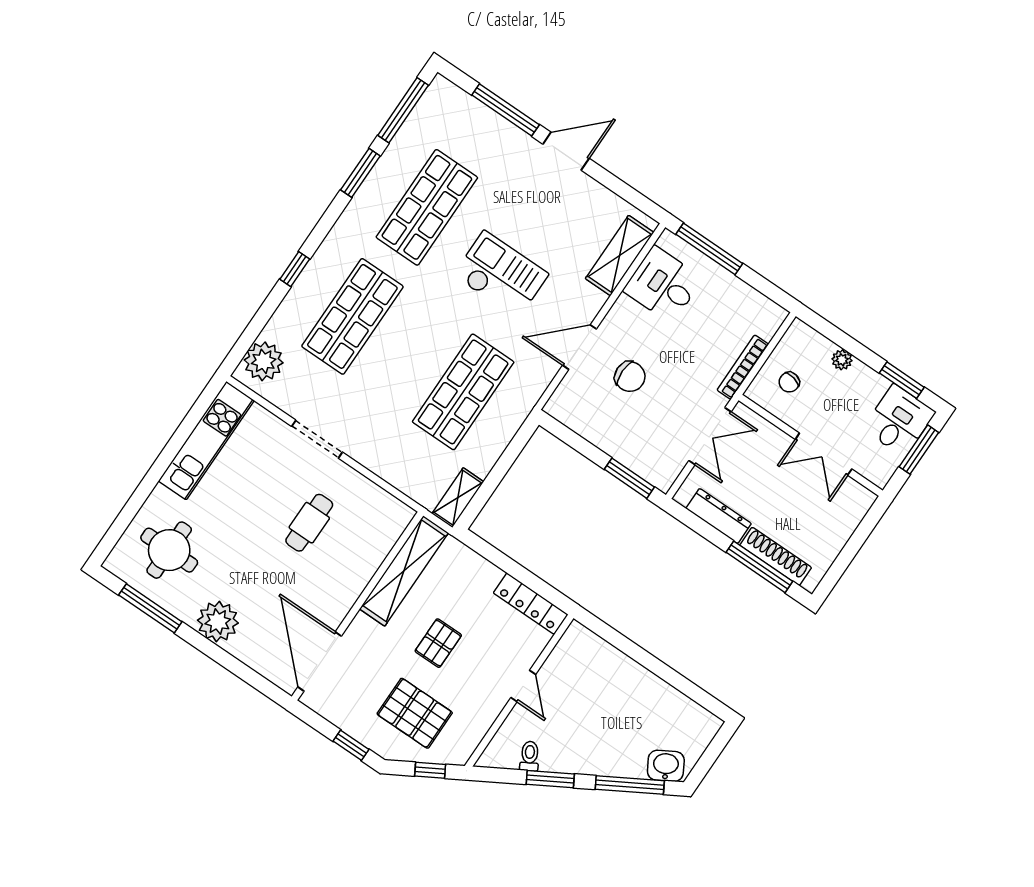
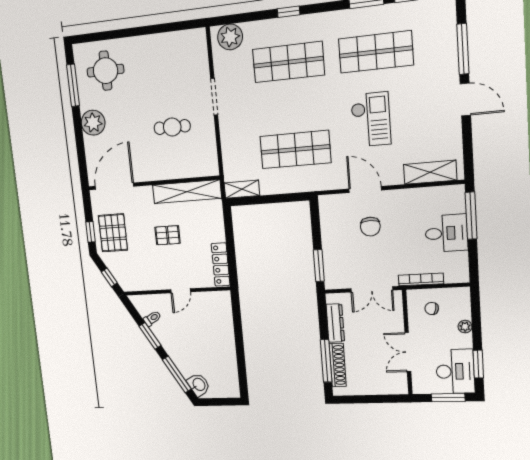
desk: (663, 285) -> (446, 233), moved, turned 90
desk: (899, 420) -> (455, 371), width x1.37
kitchen unit: (206, 441) -> (170, 43), removed
pallet: (415, 713) -> (113, 233), moved

